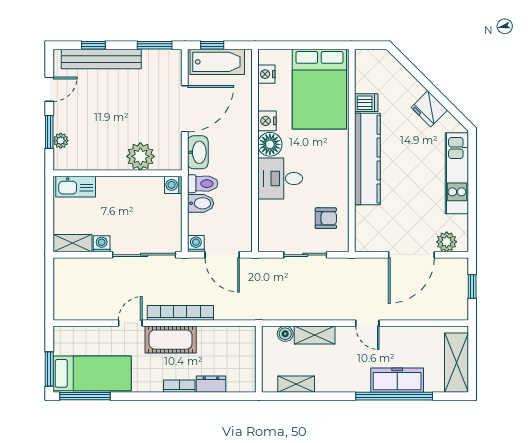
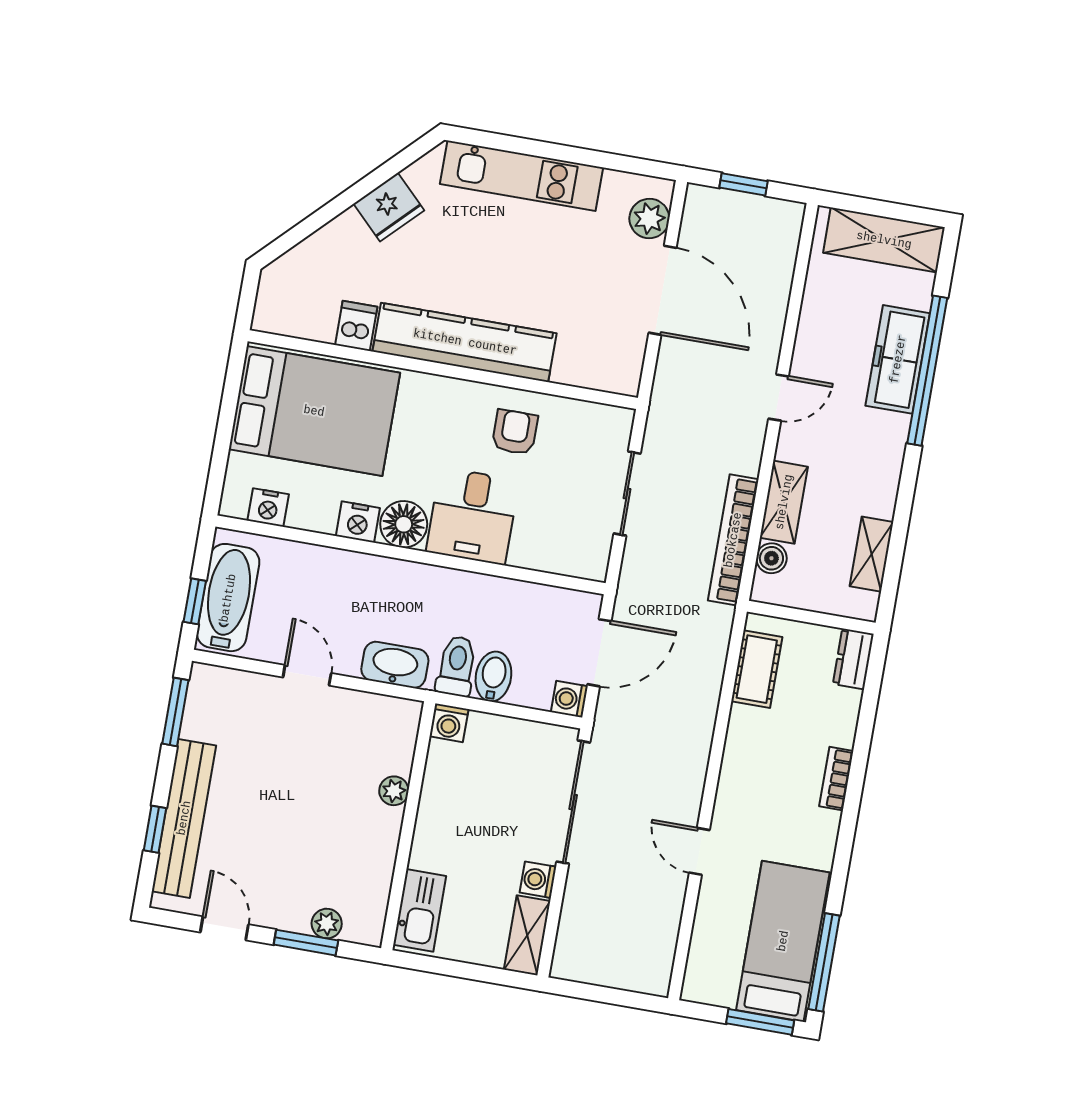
door: (185, 109) -> (307, 675), width x0.53
plant: (140, 156) -> (394, 791), width x0.53, depth x0.53
armchair: (326, 218) -> (515, 432), moved
bookcase: (180, 313) -> (733, 540), moved
cot: (171, 340) -> (757, 669), moved, width x0.73, depth x0.75
dresser: (211, 384) -> (853, 659), moved

